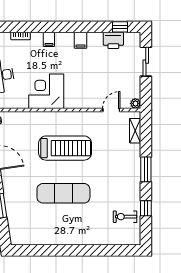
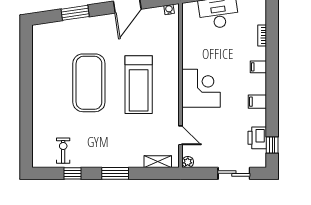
corner desk: (46, 91) -> (201, 88), moved
exercise mat: (63, 193) -> (89, 83), width x1.47

